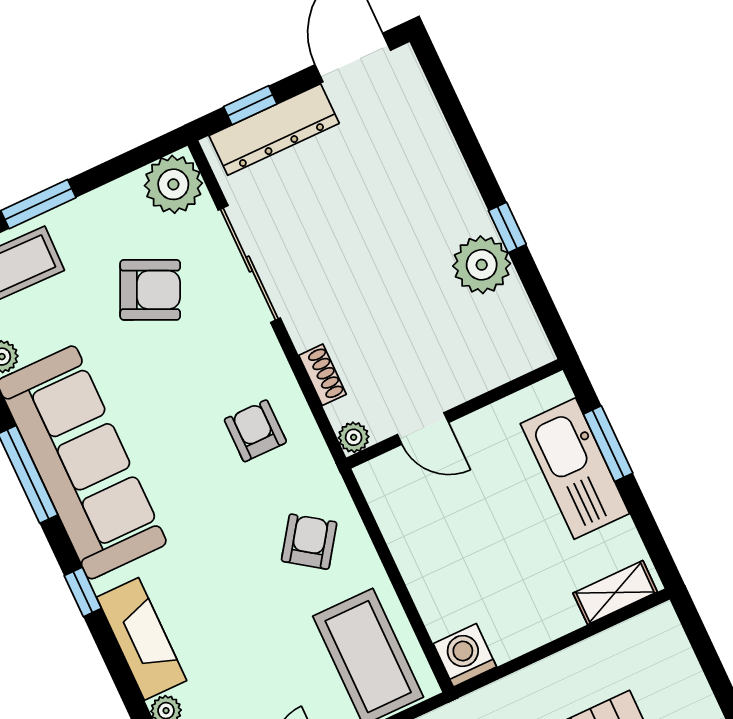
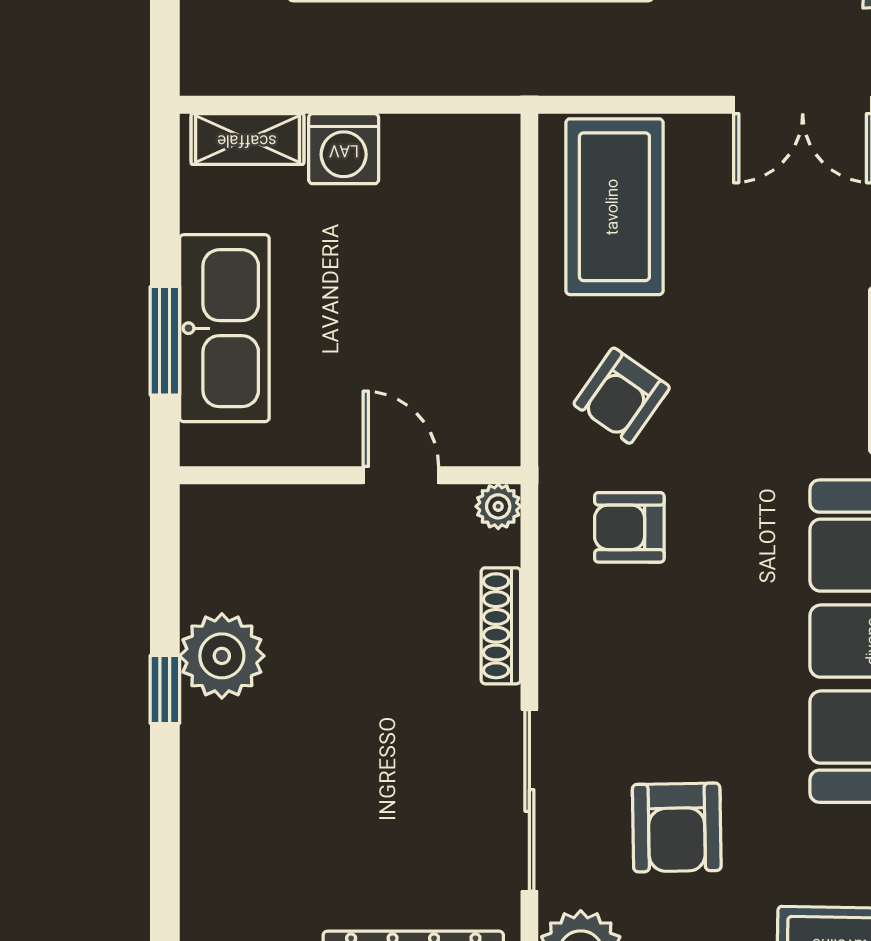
armchair: (150, 290) -> (677, 827), turned -116
shoe rack: (322, 375) -> (501, 626), width x1.43
armchair: (255, 431) -> (629, 527), moved, turned 90
washing machine: (465, 655) -> (344, 149), moved

